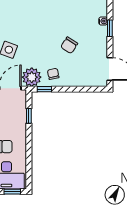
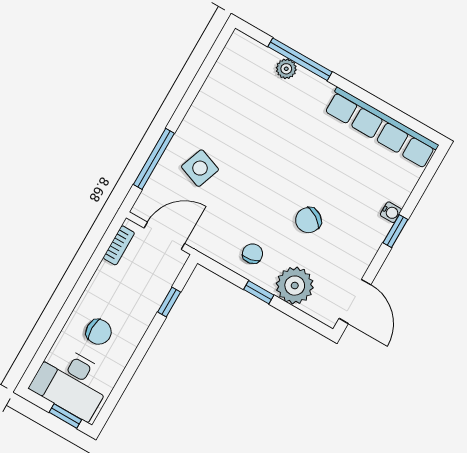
plant: (32, 77) -> (295, 286), moved
window: (44, 89) -> (259, 292), moved

